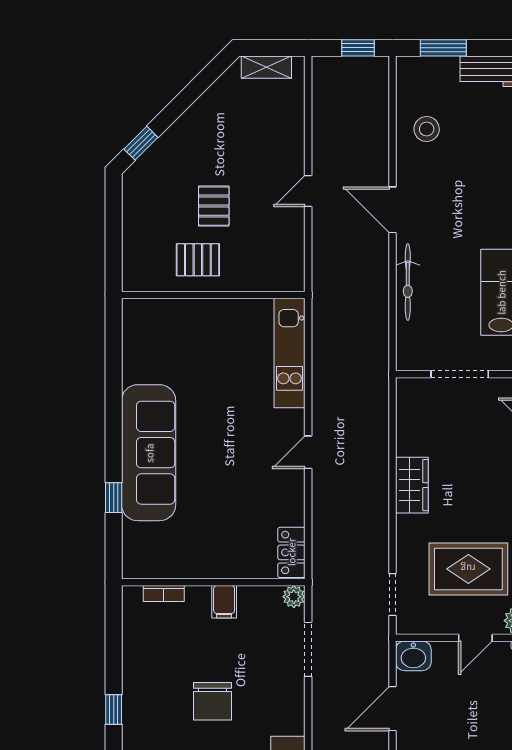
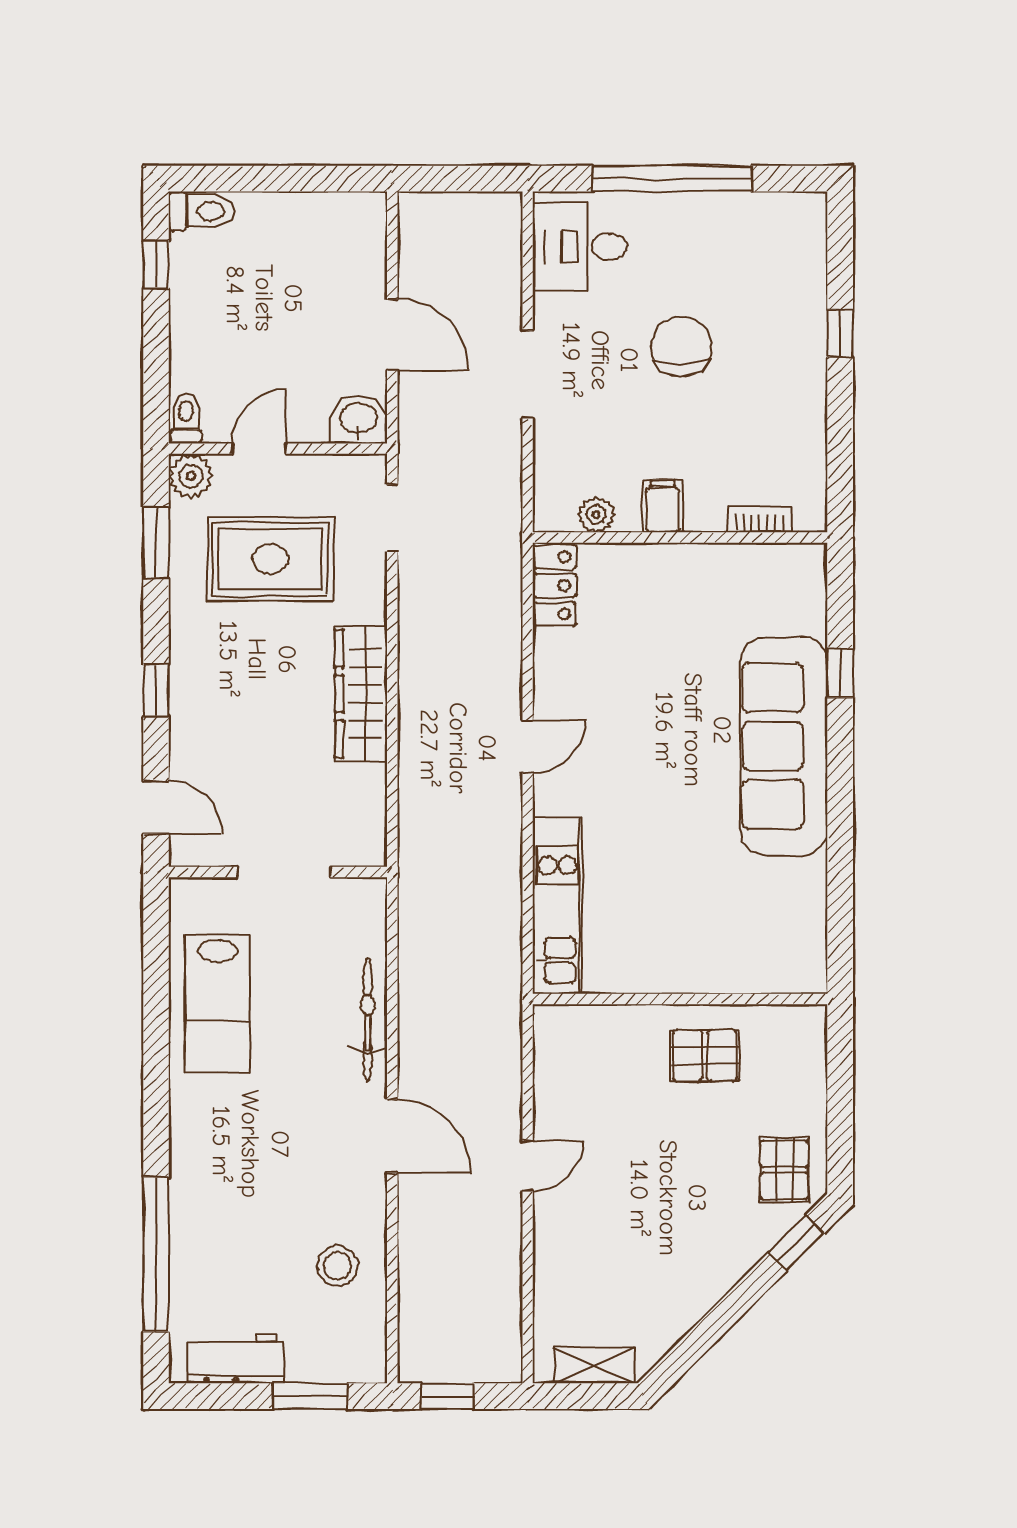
pallet: (214, 206) -> (784, 1170), moved
wardrobe: (412, 485) -> (361, 694), width x1.50
plant: (294, 597) -> (596, 515), moved
doorway: (308, 649) -> (528, 374), moved
door: (392, 709) -> (392, 335), hinge flipped

